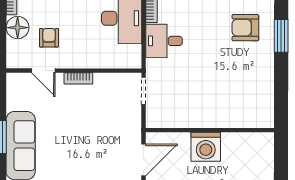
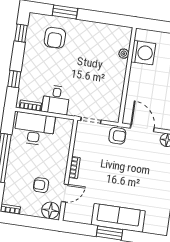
floor lamp: (18, 28) -> (50, 210), moved
plant: (238, 121) -> (124, 54), added
armchair: (129, 129) -> (117, 136), added
washing machine: (206, 147) -> (143, 53), moved

